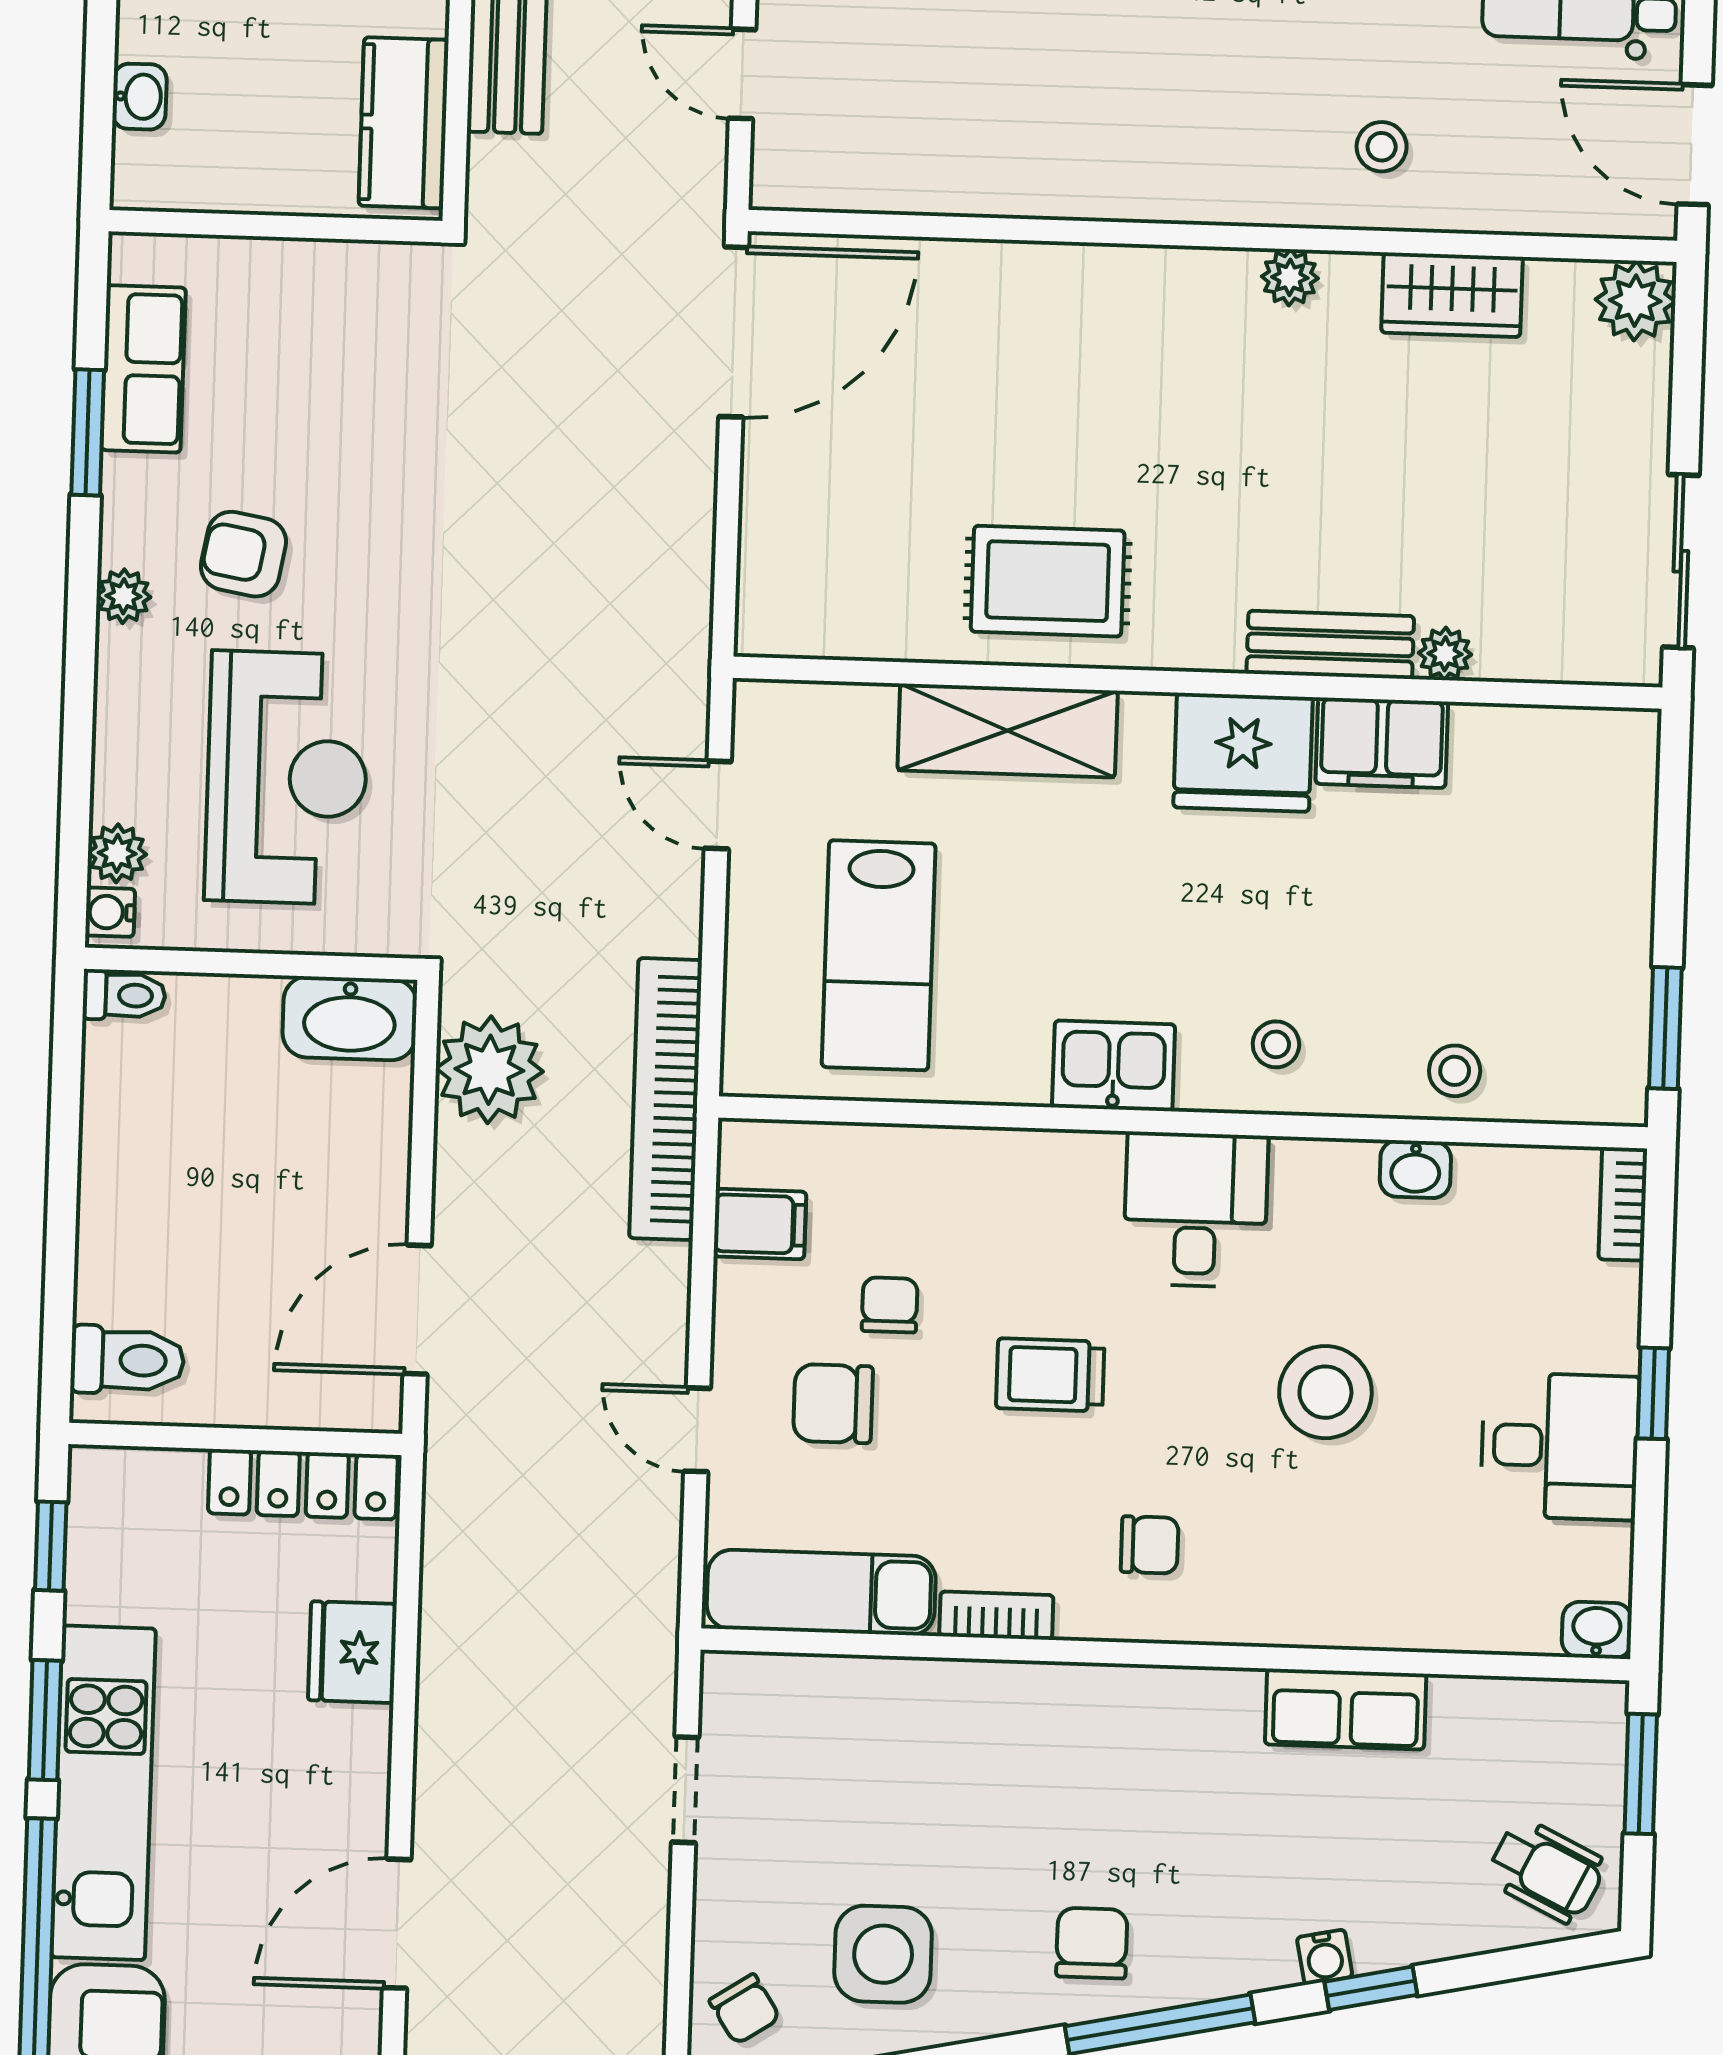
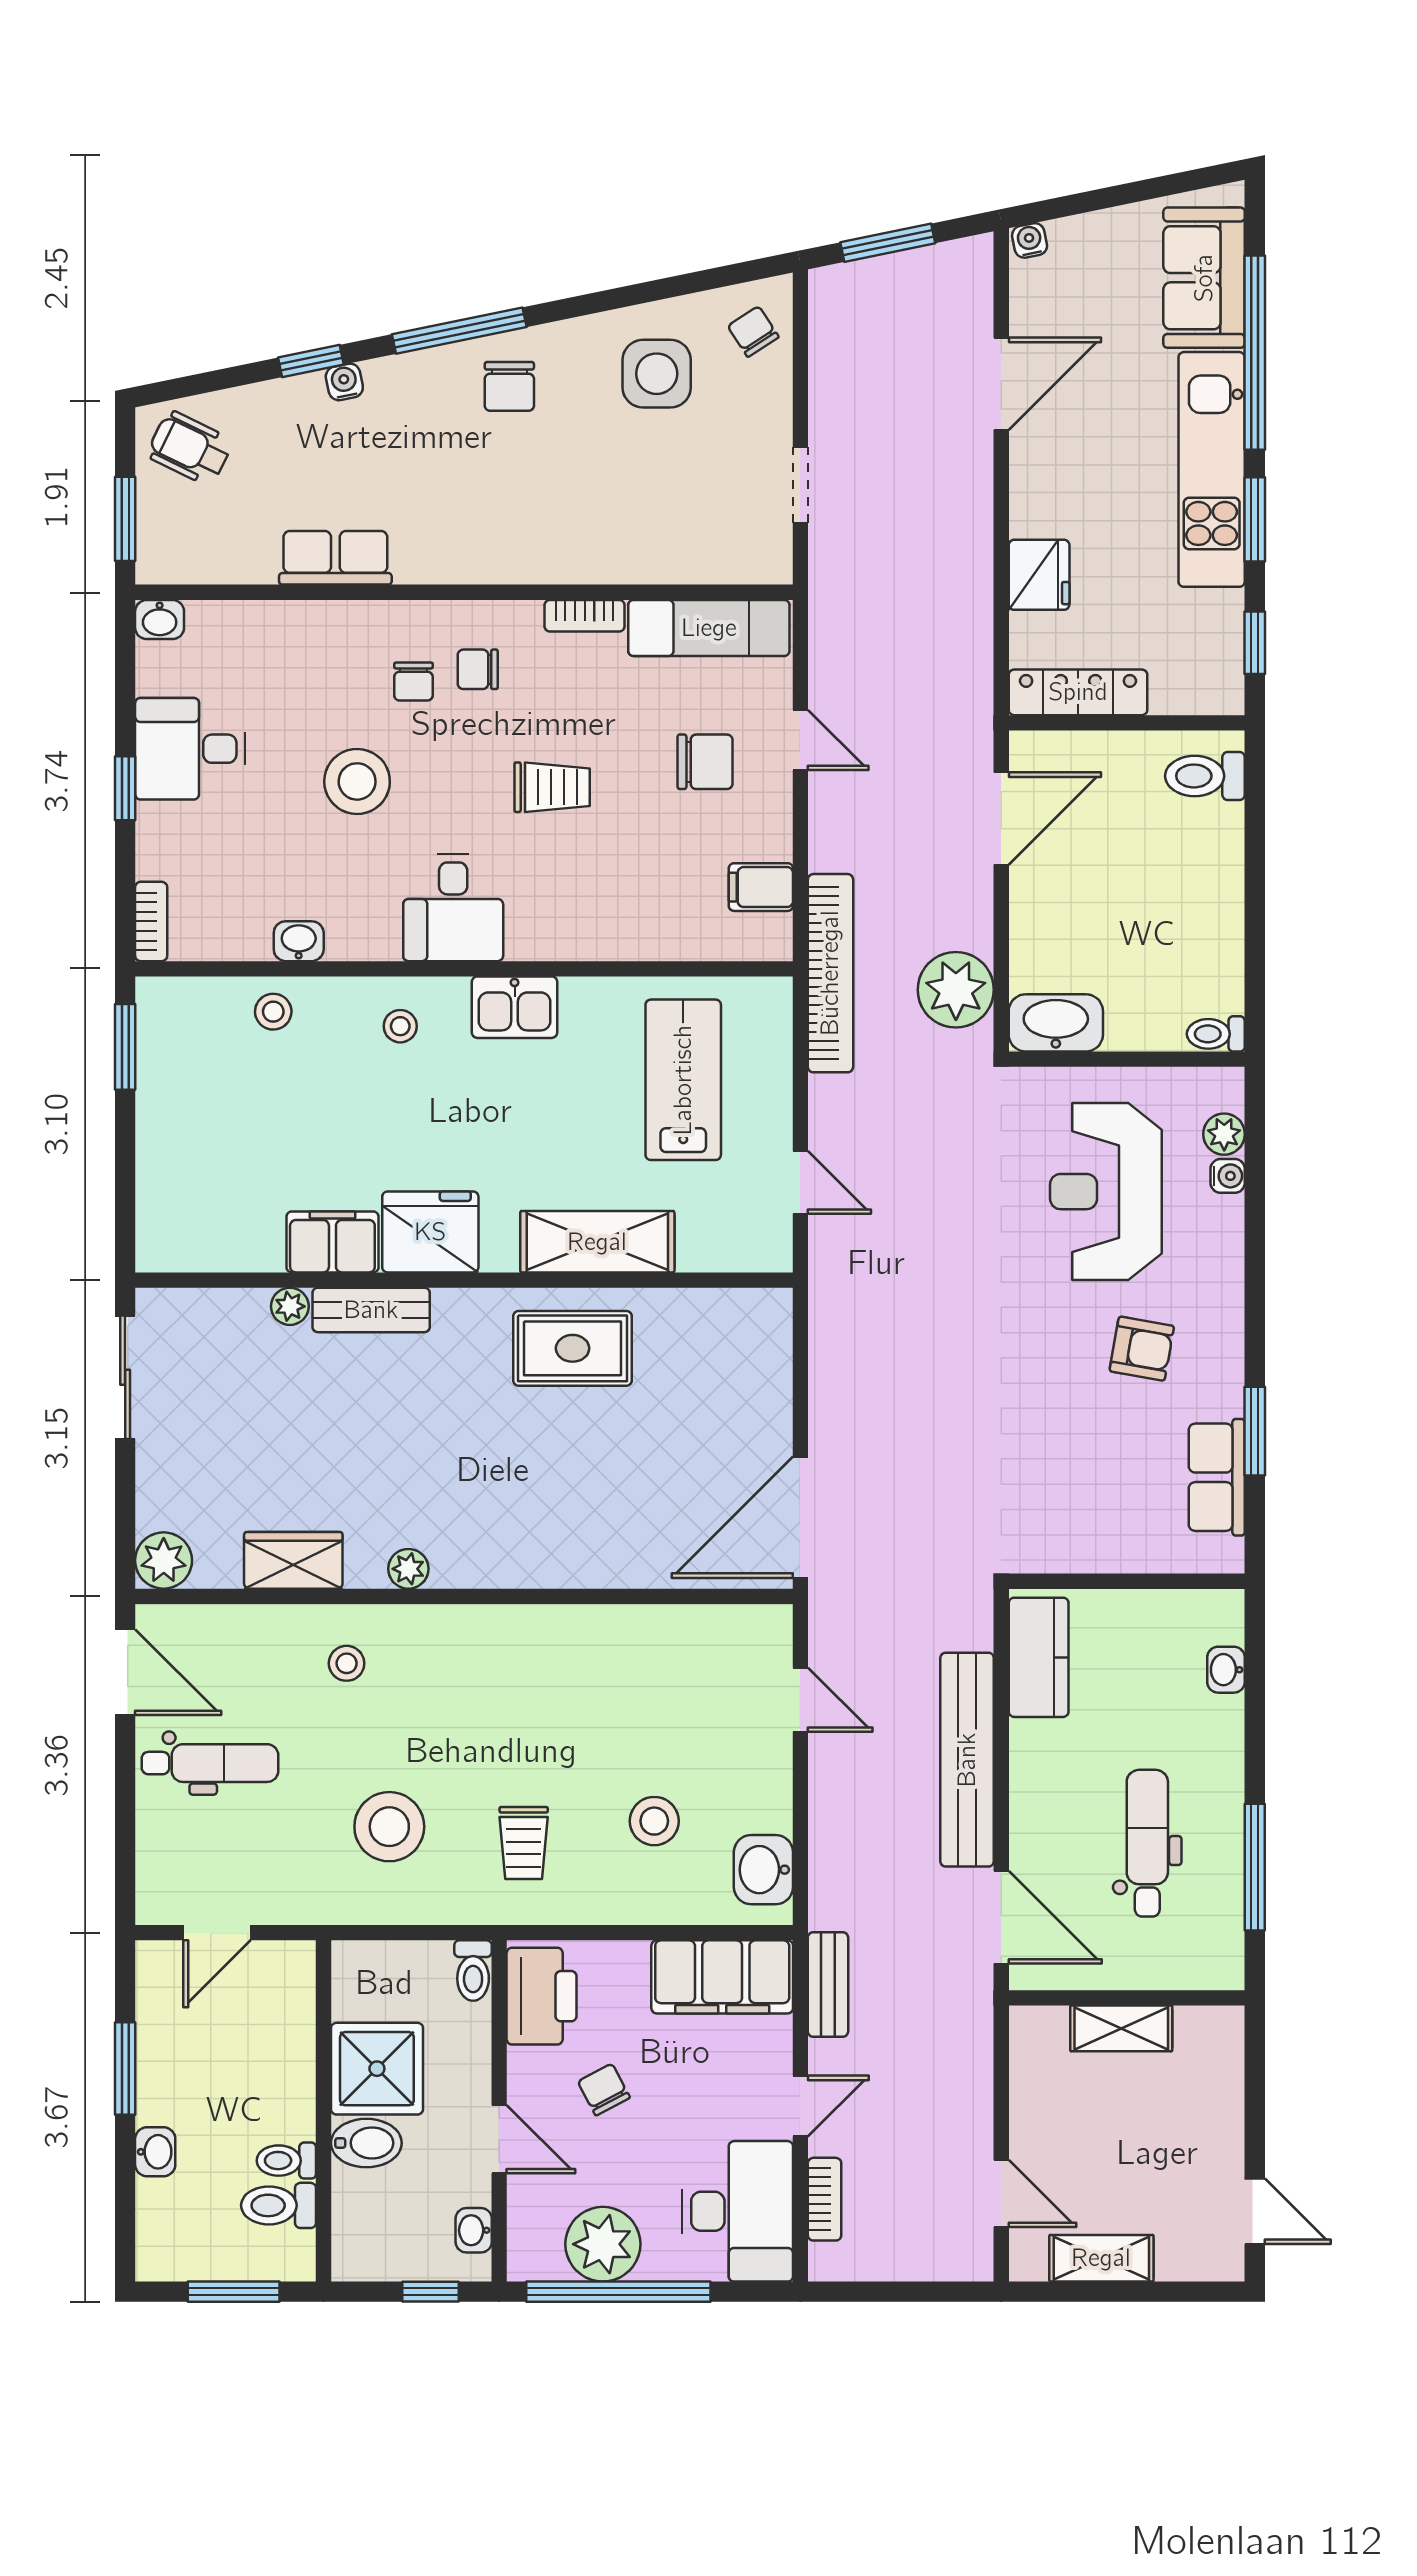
plant: (124, 596) -> (1226, 1316), removed
water cooler: (110, 912) -> (1228, 1176), moved
chair: (890, 1305) -> (413, 682), moved

